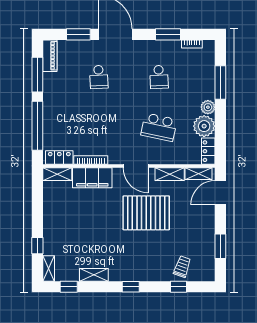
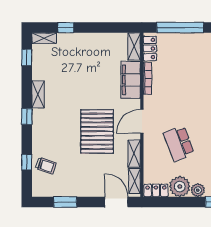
school desk: (159, 127) -> (179, 143), turned -33
shelving: (94, 275) -> (38, 94), moved

